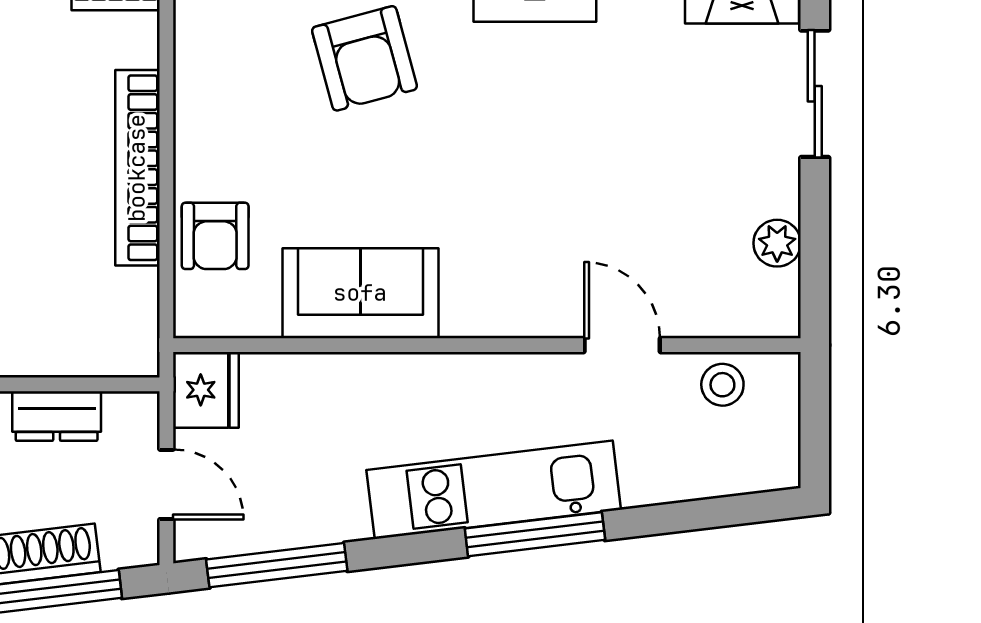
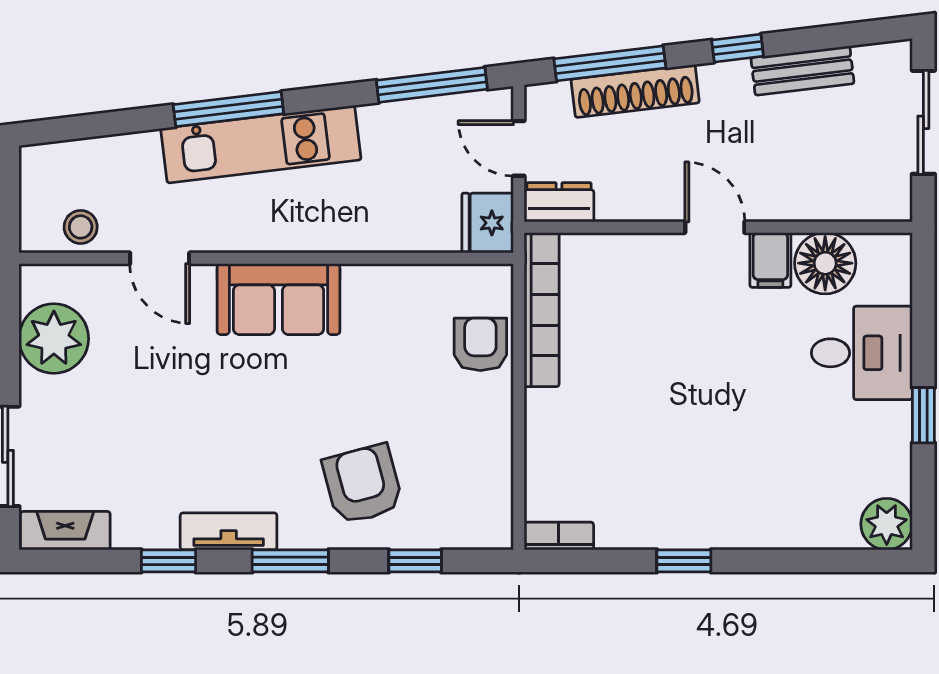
bookcase: (137, 168) -> (542, 310), moved
plant: (777, 243) -> (54, 339), width x1.87, depth x1.87
sofa: (360, 293) -> (278, 299), moved
dresser: (57, 416) -> (559, 202), moved

